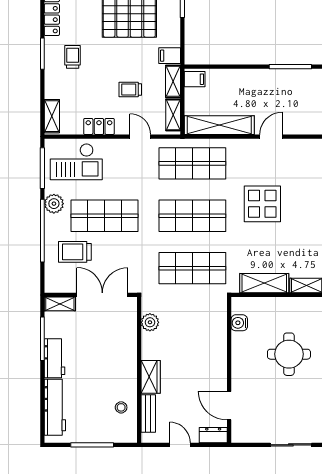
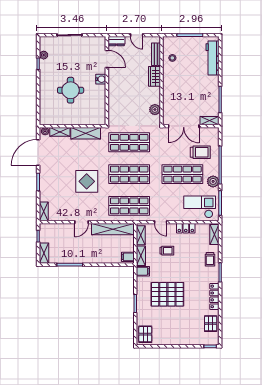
trolley: (73, 57) -> (210, 259), moved
water cooler: (239, 323) -> (101, 79), moved
workbench: (54, 358) -> (213, 88), removed

